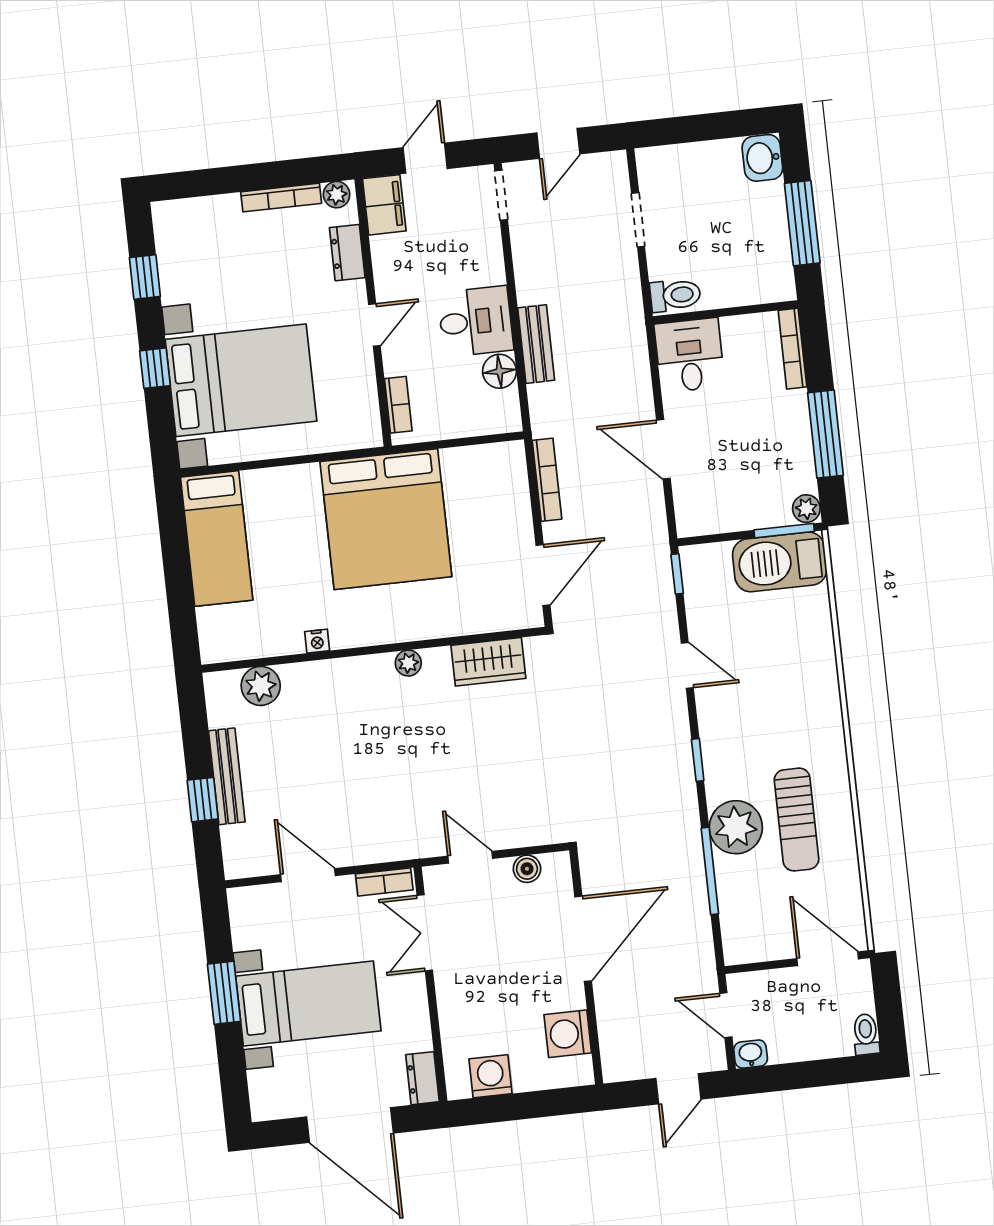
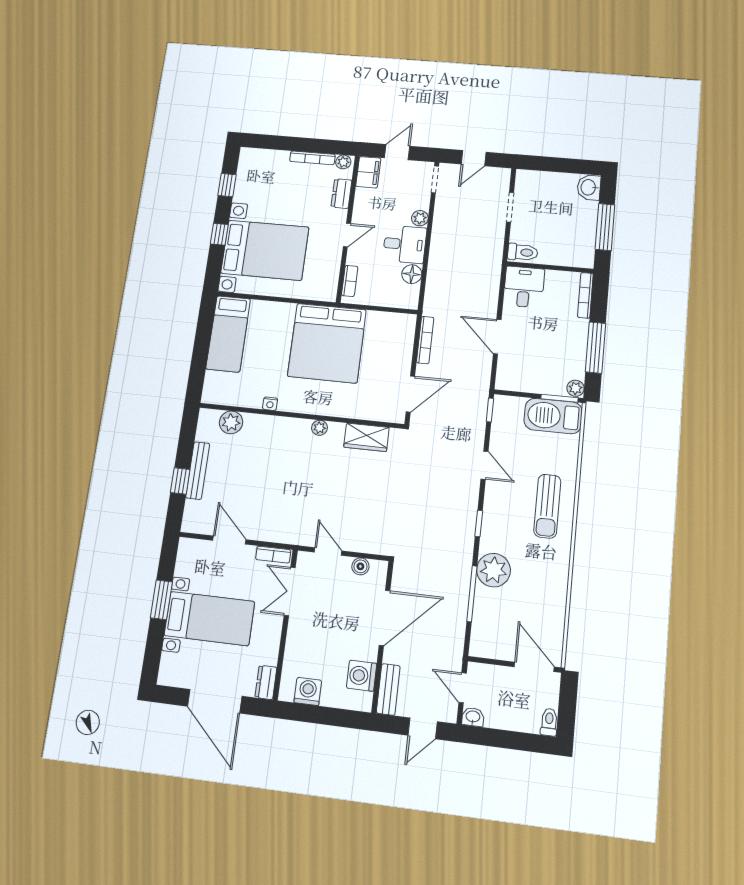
plant: (491, 270) -> (420, 218), added
bench: (536, 344) -> (388, 689), moved
sun lounger: (797, 820) -> (547, 506), moved

